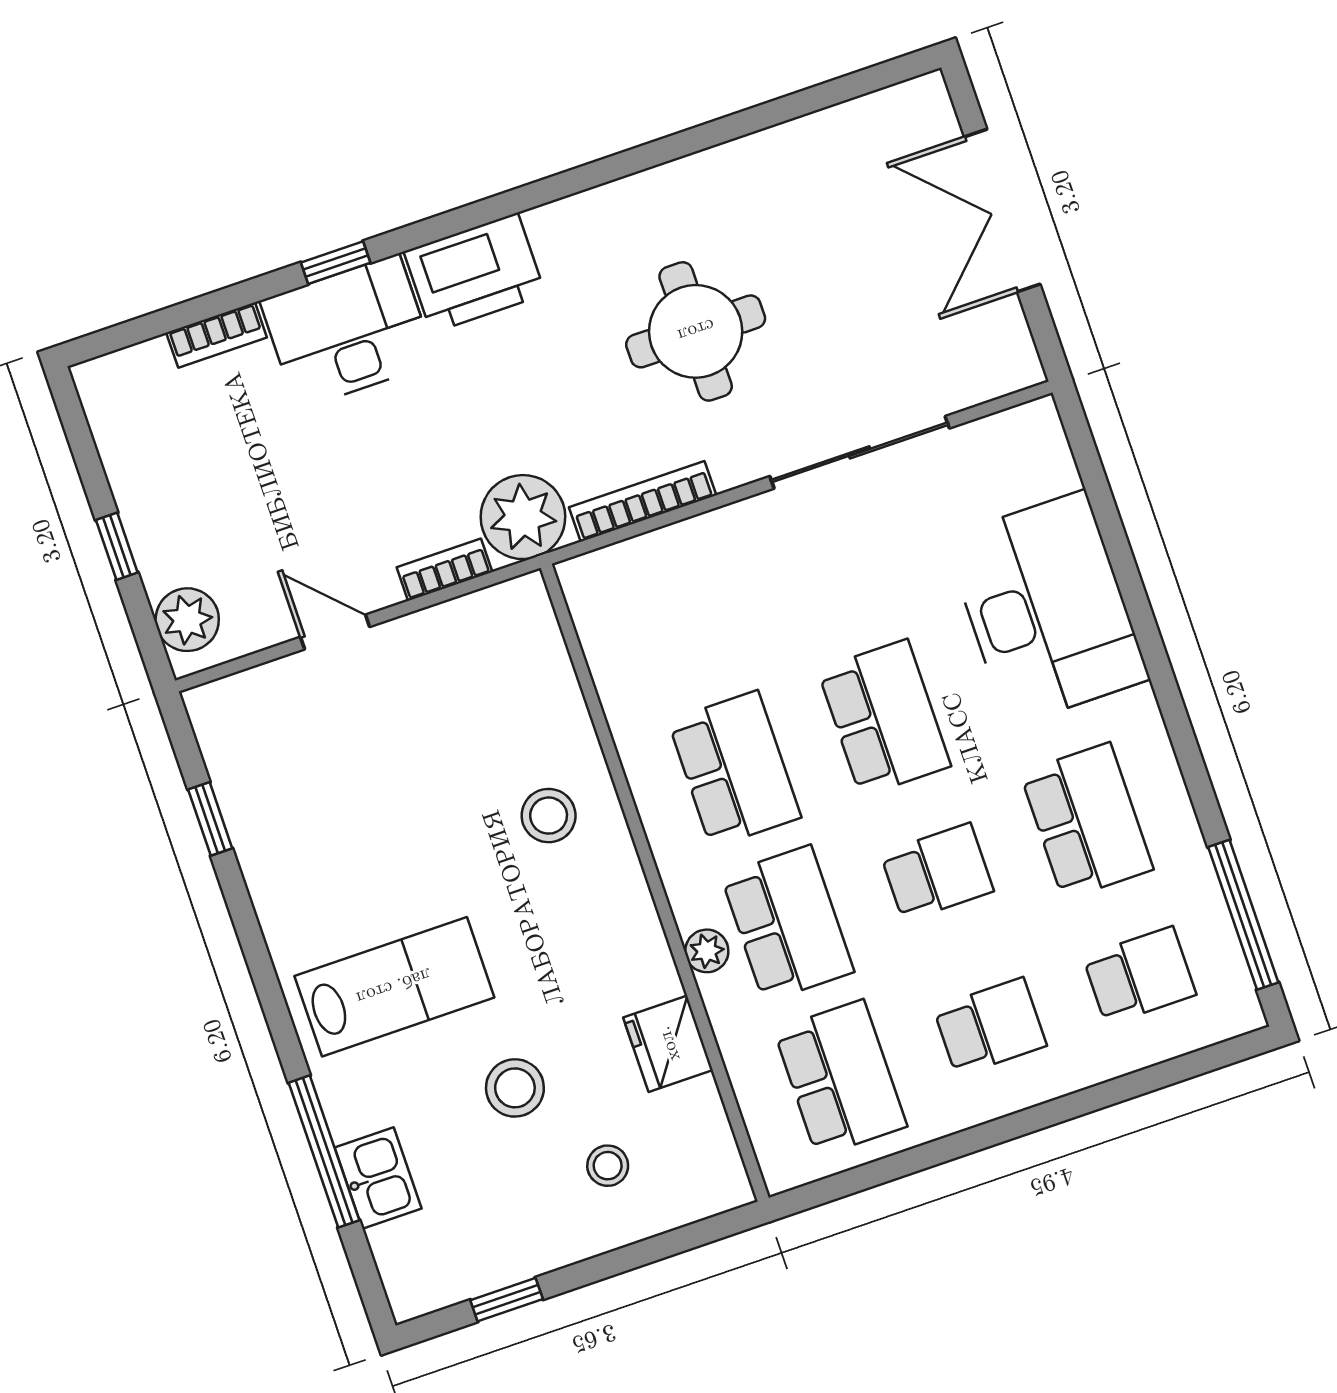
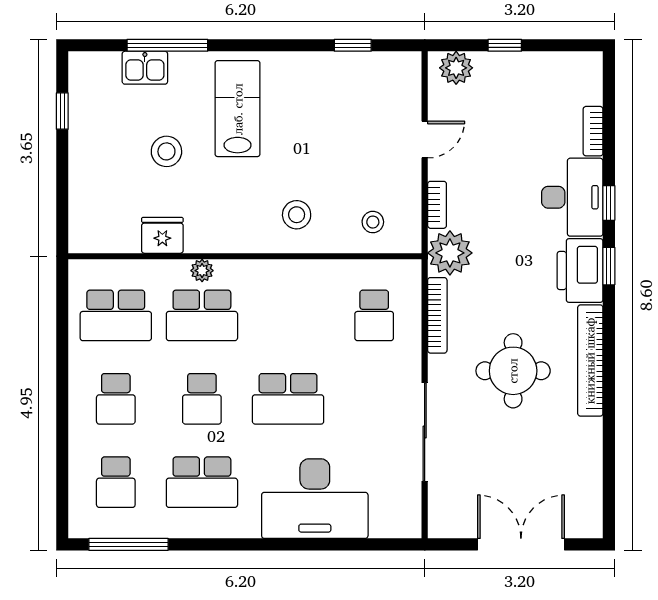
bookcase: (630, 199) -> (590, 361), added
window: (449, 224) -> (609, 266), added
school desk: (735, 769) -> (374, 315), moved, width x0.54
lab bench: (394, 987) -> (238, 109), turned 180
stool: (608, 1166) -> (373, 222), moved

